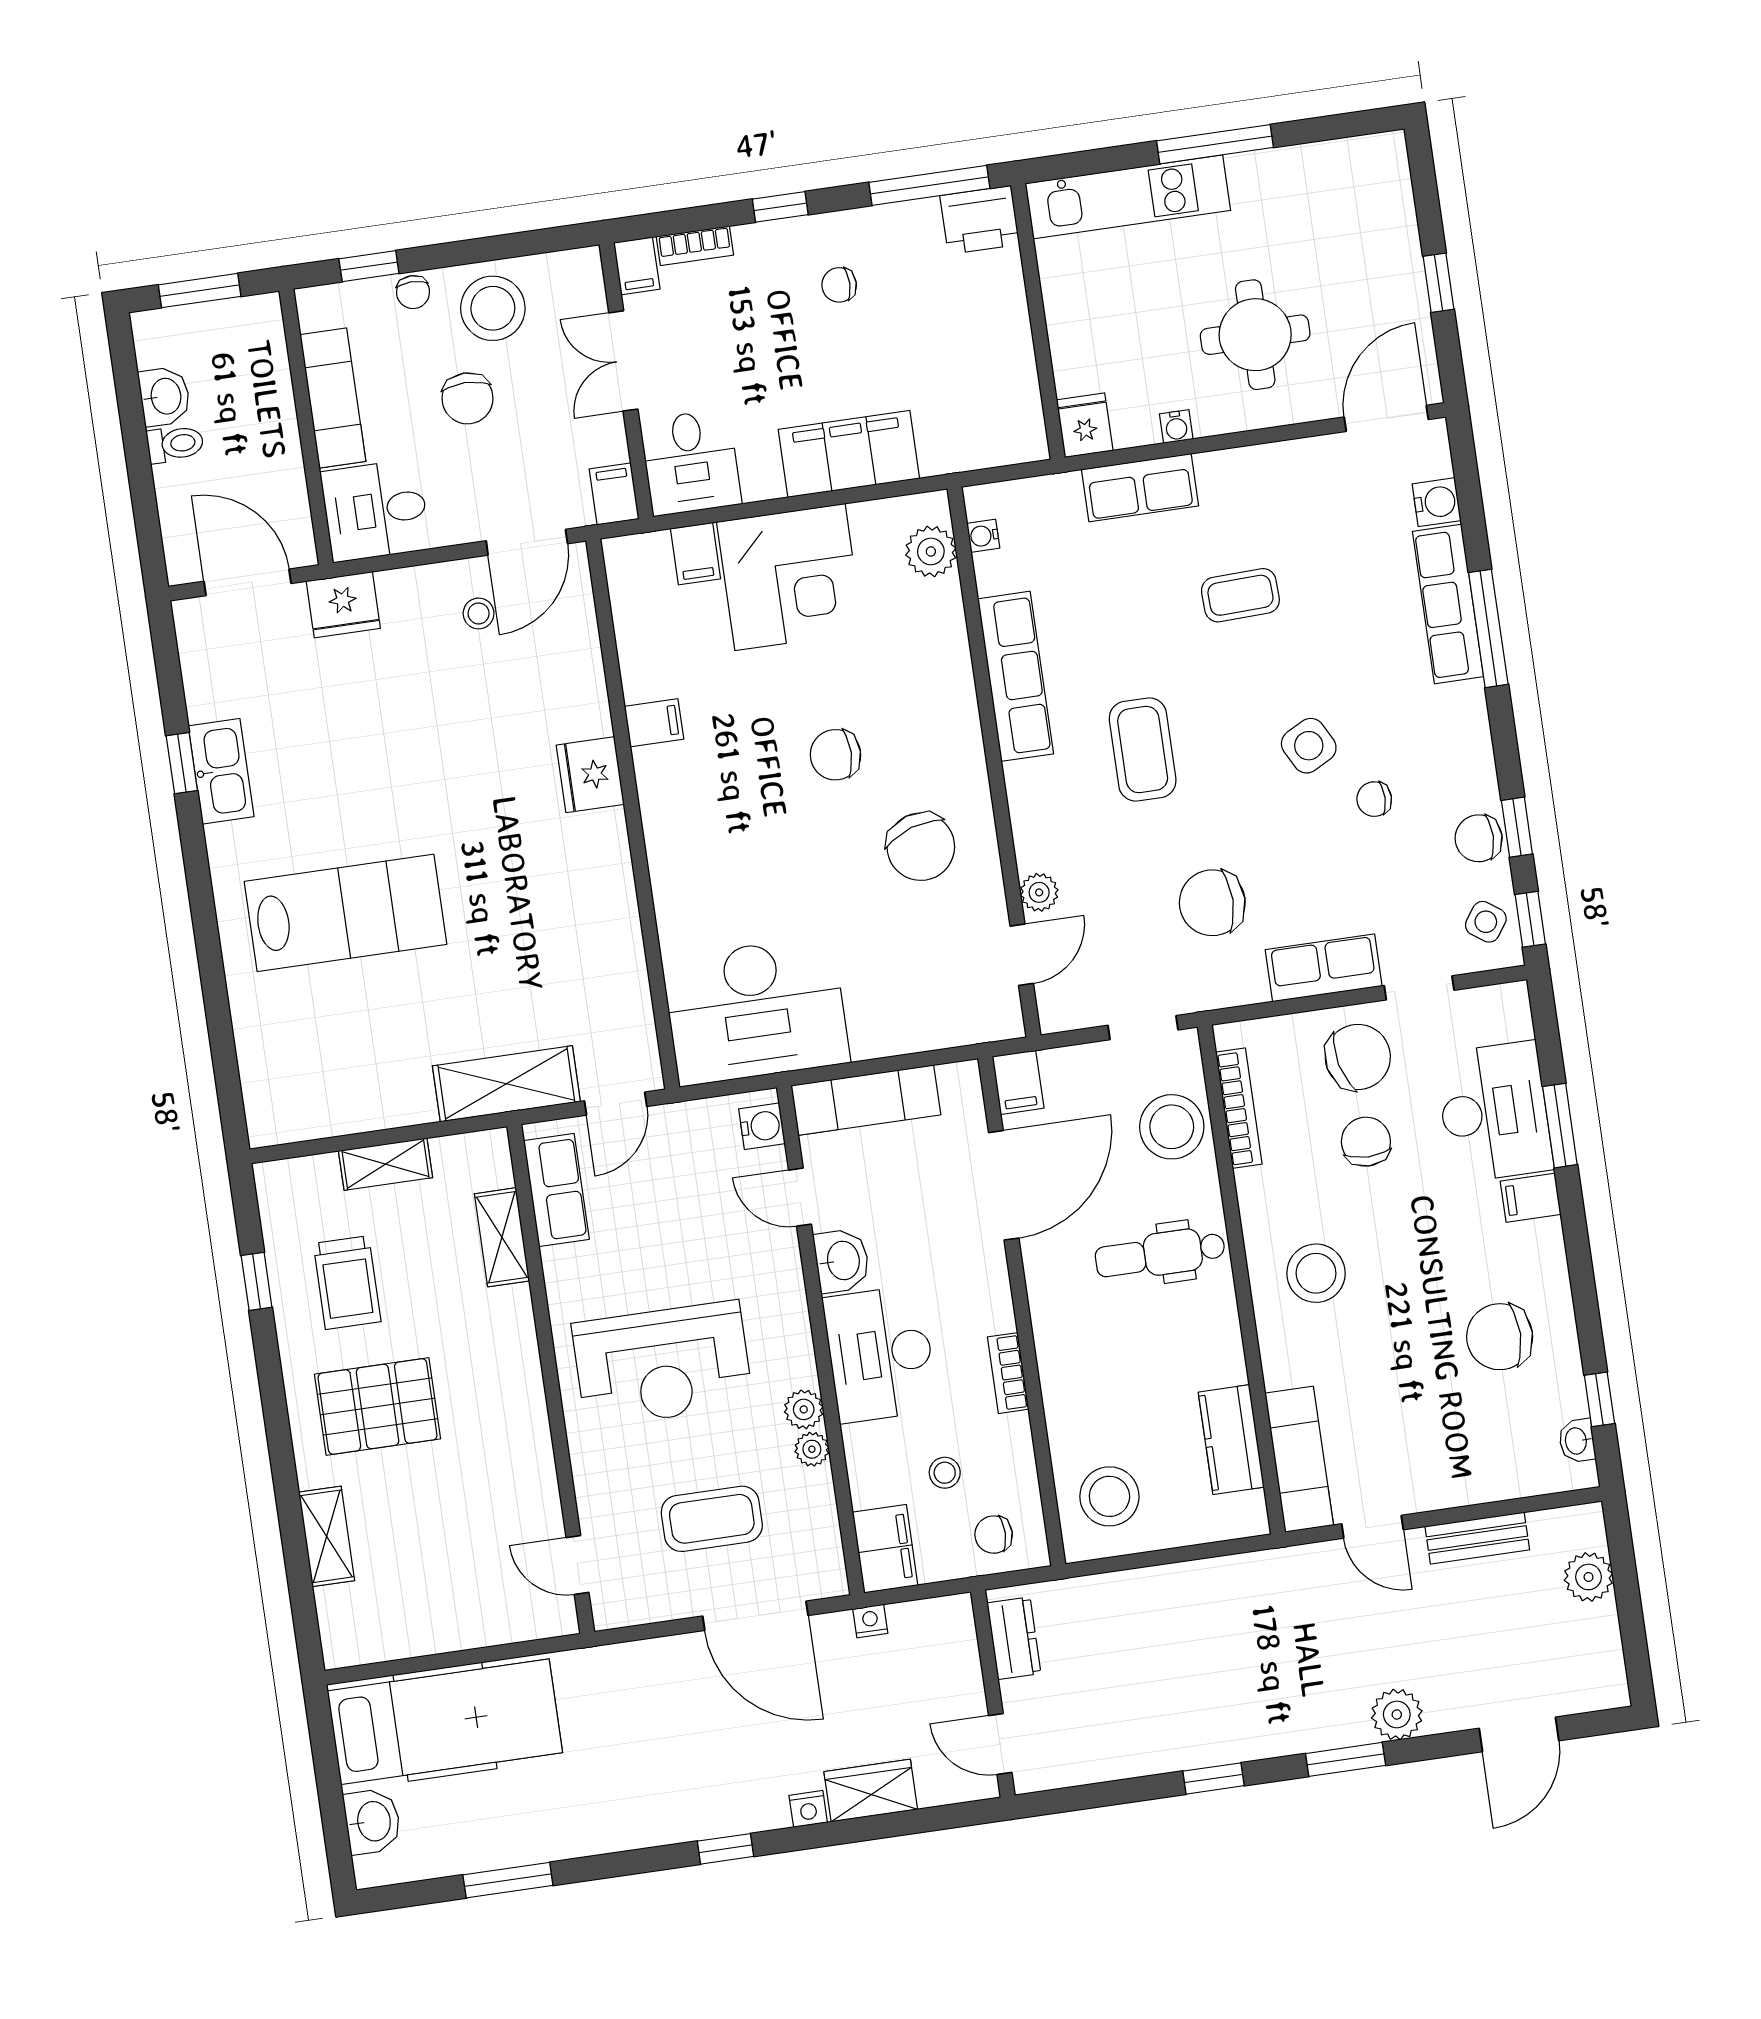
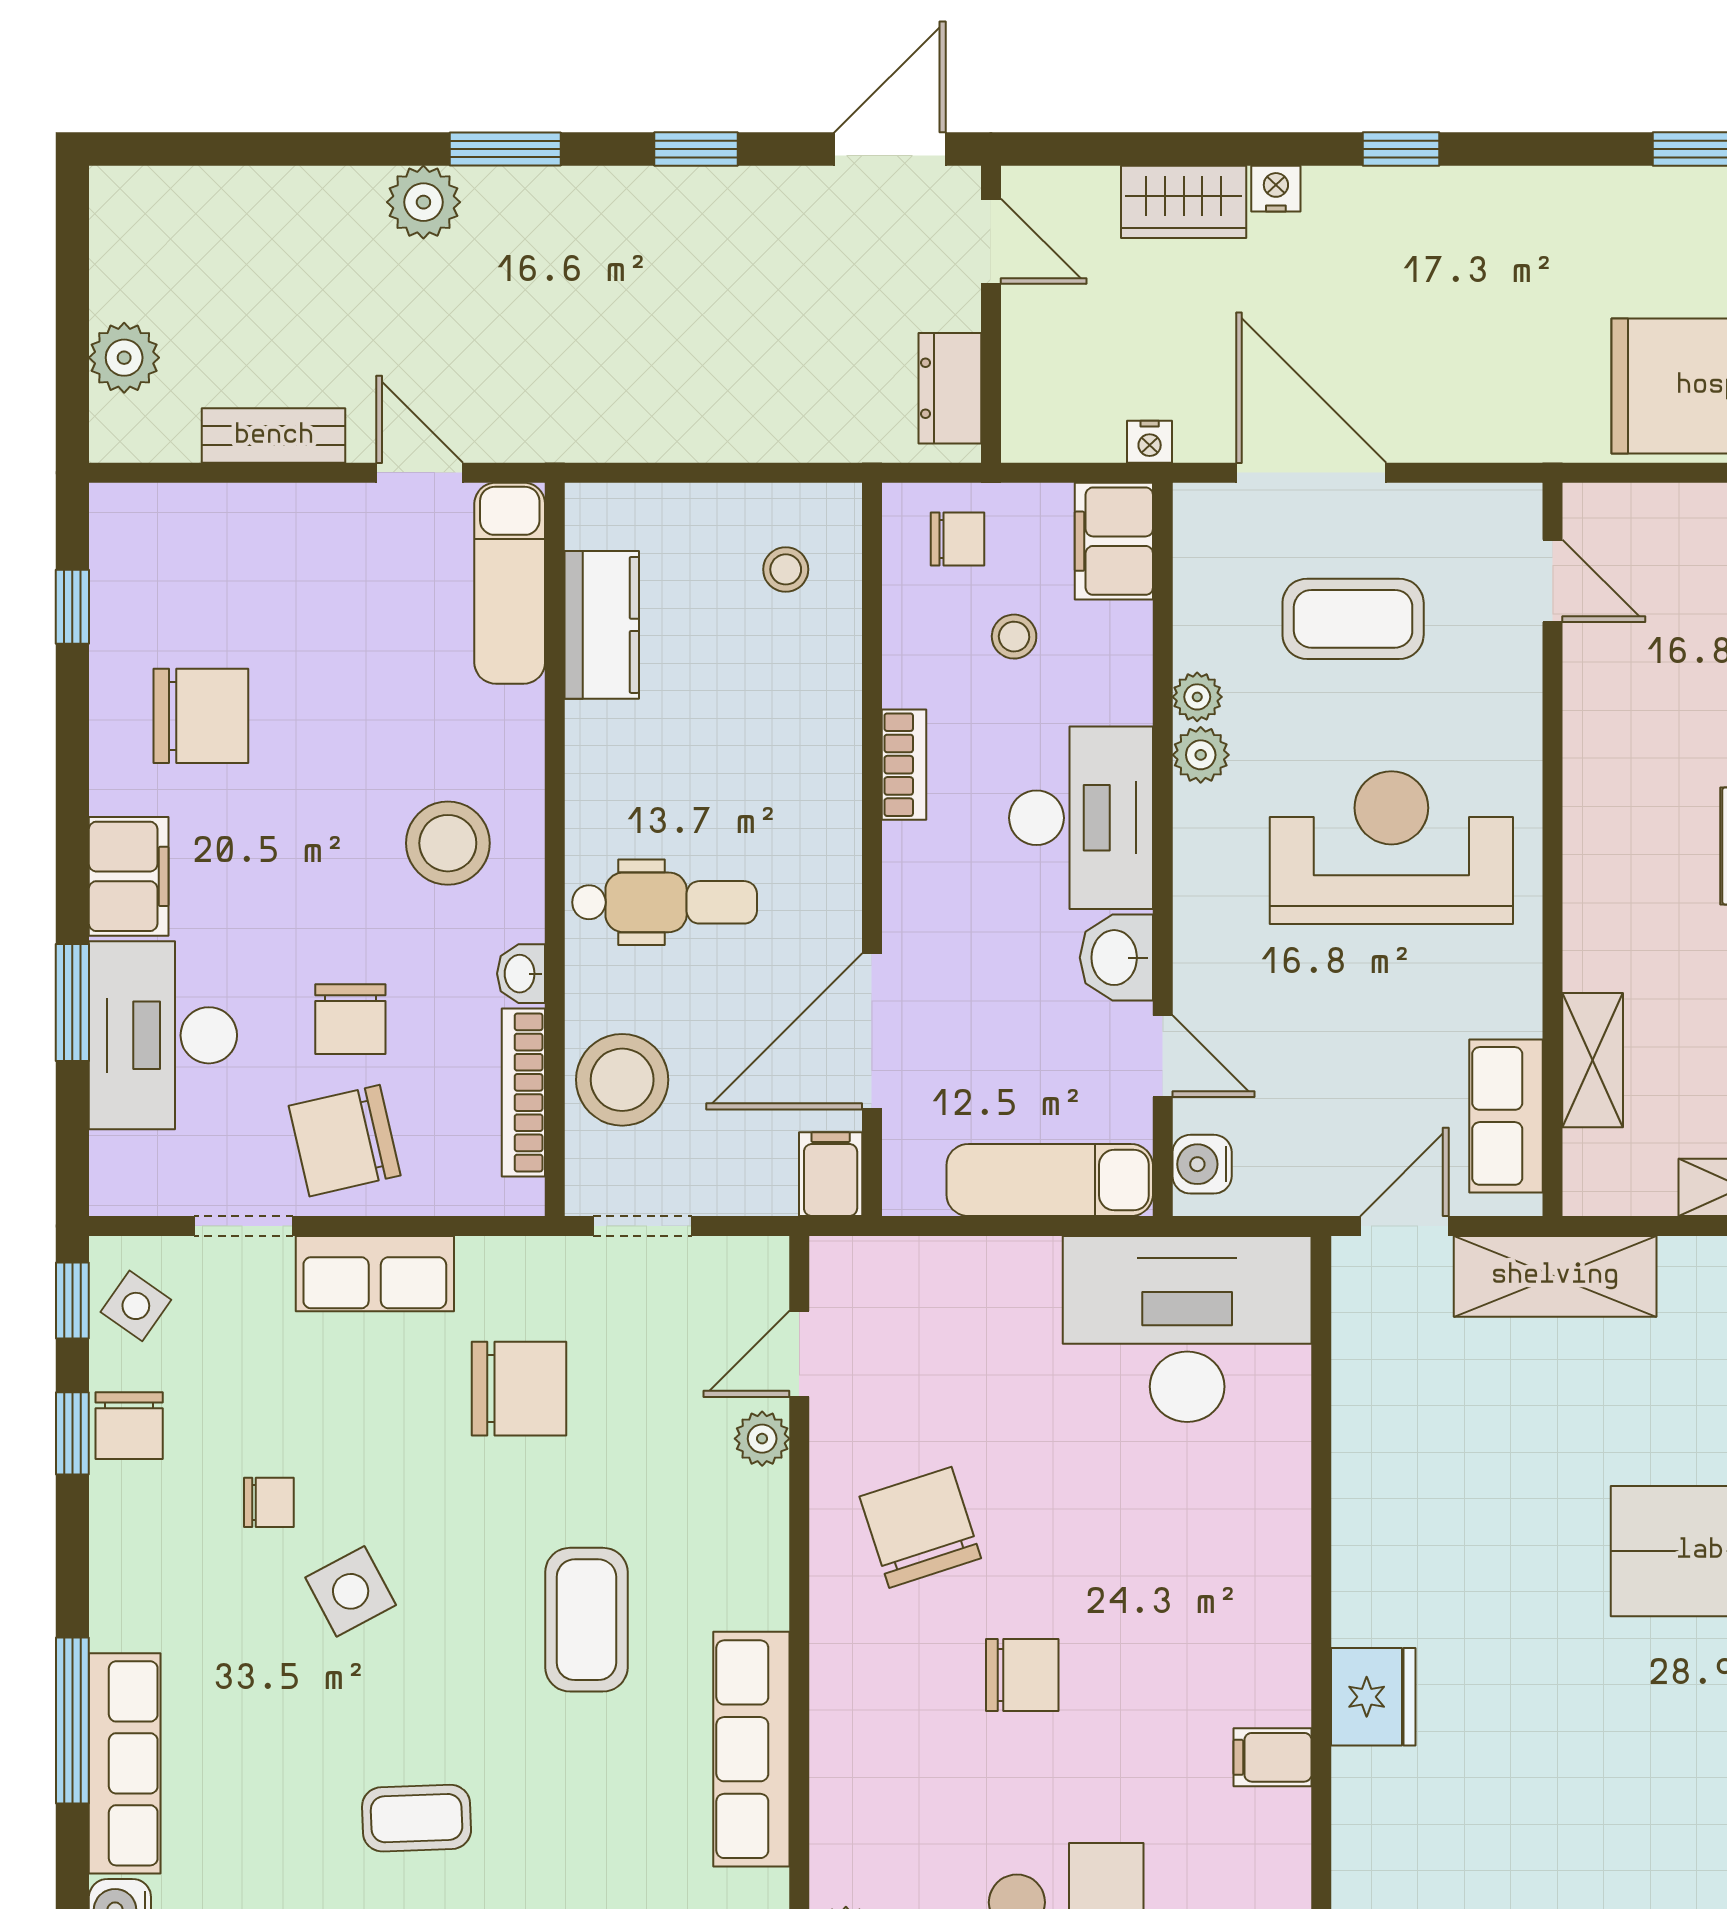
chair: (1479, 838) -> (129, 1426), turned 90
filing cabinet: (1531, 1198) -> (129, 876), width x2.00
washbasin: (1577, 1441) -> (521, 974), moved, turned 180
stool: (1109, 1496) -> (786, 569), width x0.53, depth x0.53
door: (1519, 1734) -> (890, 149), moved

